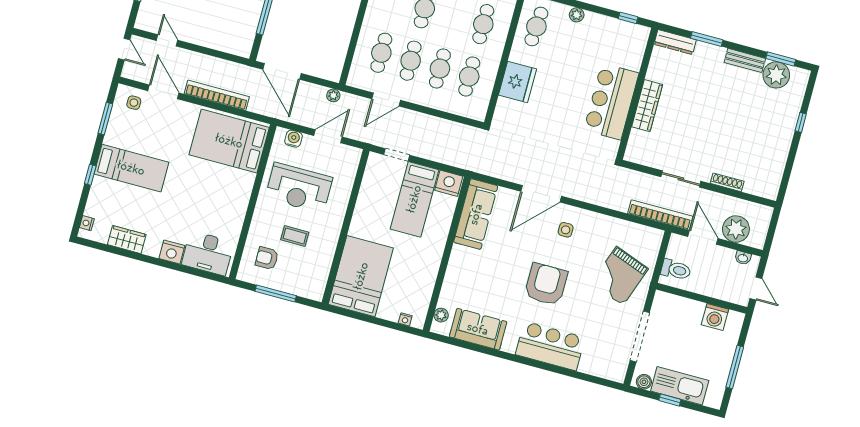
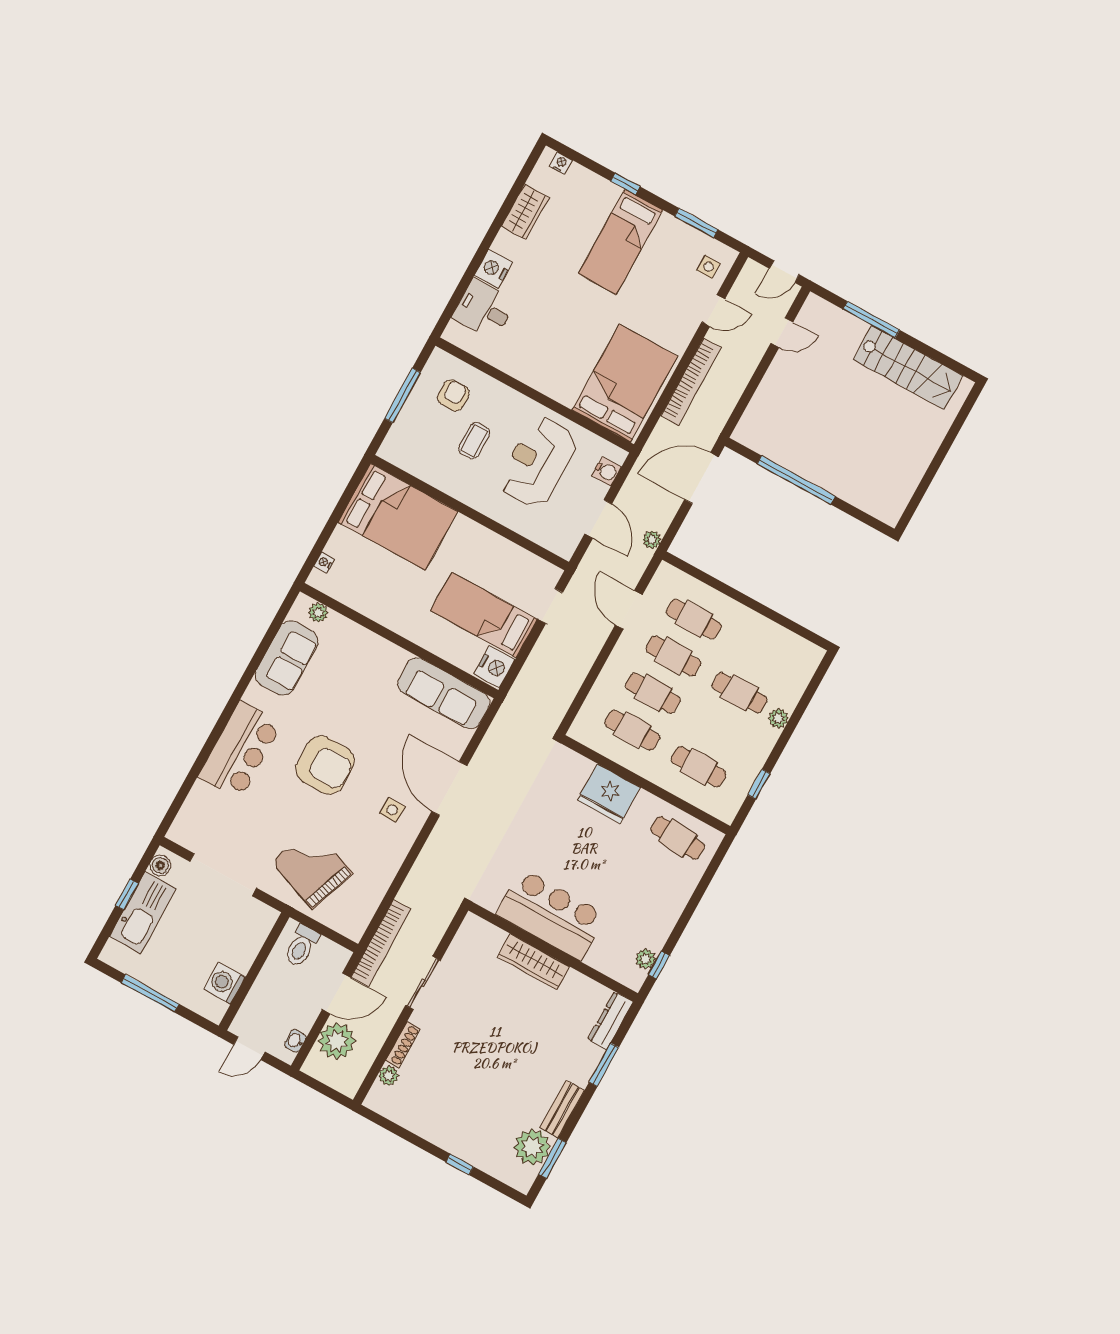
plant: (577, 15) -> (646, 959), moved
door: (163, 92) -> (713, 311), width x0.73
plant: (751, 187) -> (388, 1076), added
desk: (208, 253) -> (484, 309), width x0.73

